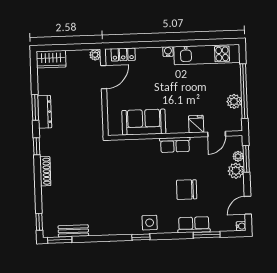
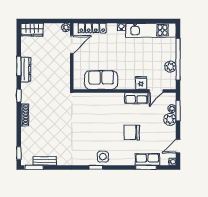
locker: (123, 54) -> (92, 28), width x1.53
row of seats: (175, 145) -> (136, 98), moved
row of seats: (194, 225) -> (147, 159), moved

